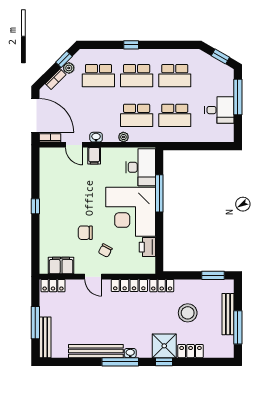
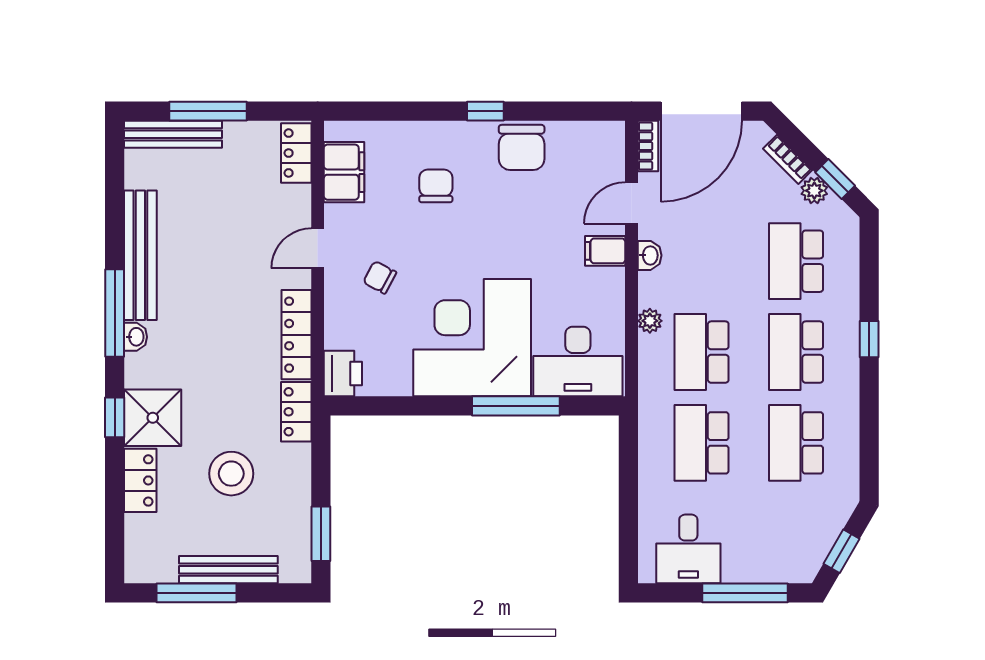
desk: (219, 110) -> (688, 549), moved
chair: (51, 191) -> (522, 147), added
chair: (85, 233) -> (436, 186), moved
printer: (147, 247) -> (343, 374), moved, turned 90

